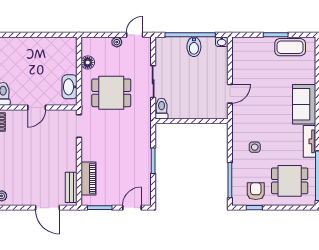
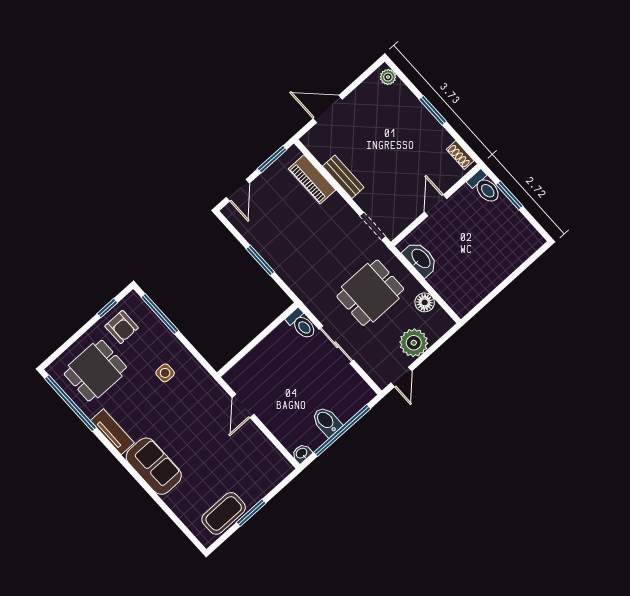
plant: (117, 42) -> (414, 343), width x1.87, depth x1.87
bench: (71, 187) -> (343, 177), moved

